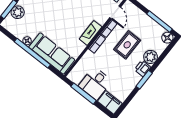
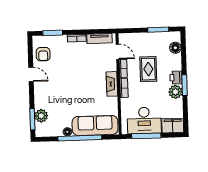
window: (160, 22) -> (158, 30), width x0.69
floor lamp: (167, 38) -> (175, 48), moved
plant: (151, 57) -> (176, 92), moved
desk: (95, 83) -> (144, 120), width x1.37

